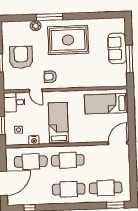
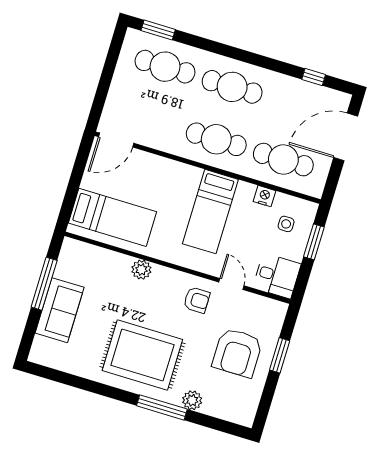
plant: (83, 82) -> (141, 270), added

